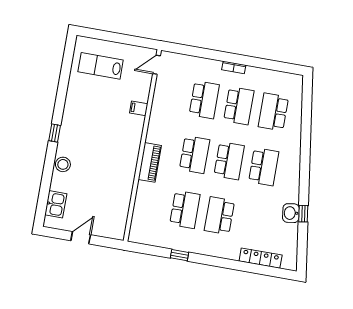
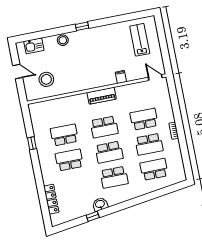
school desk: (204, 100) -> (144, 119), turned 180
piano: (150, 162) -> (102, 96), moved
stool: (105, 205) -> (46, 79), added
school desk: (185, 210) -> (64, 135), turned 180
washbasin: (291, 213) -> (100, 204), moved

